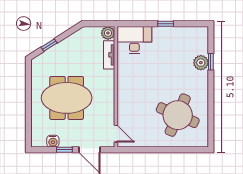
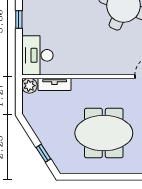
meeting table: (67, 98) -> (104, 133), turned 90

